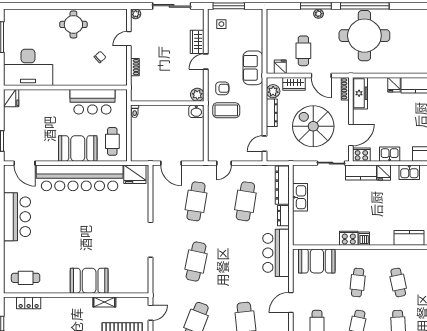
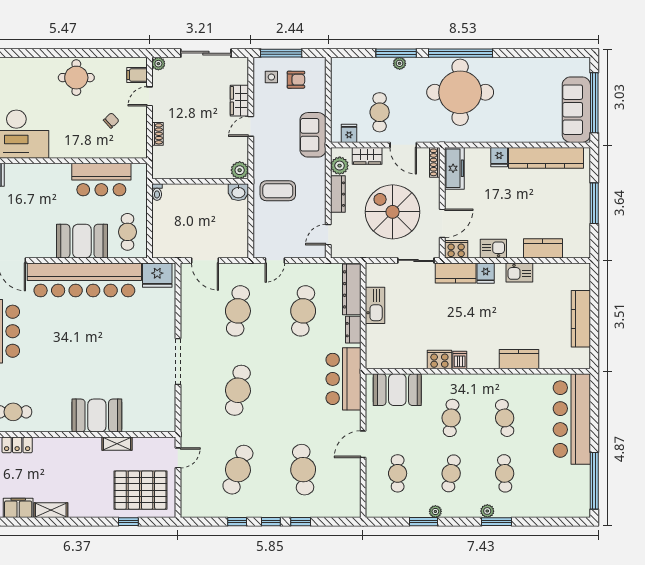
filing cabinet: (119, 23) -> (137, 75), added
armchair: (222, 88) -> (296, 80), moved

